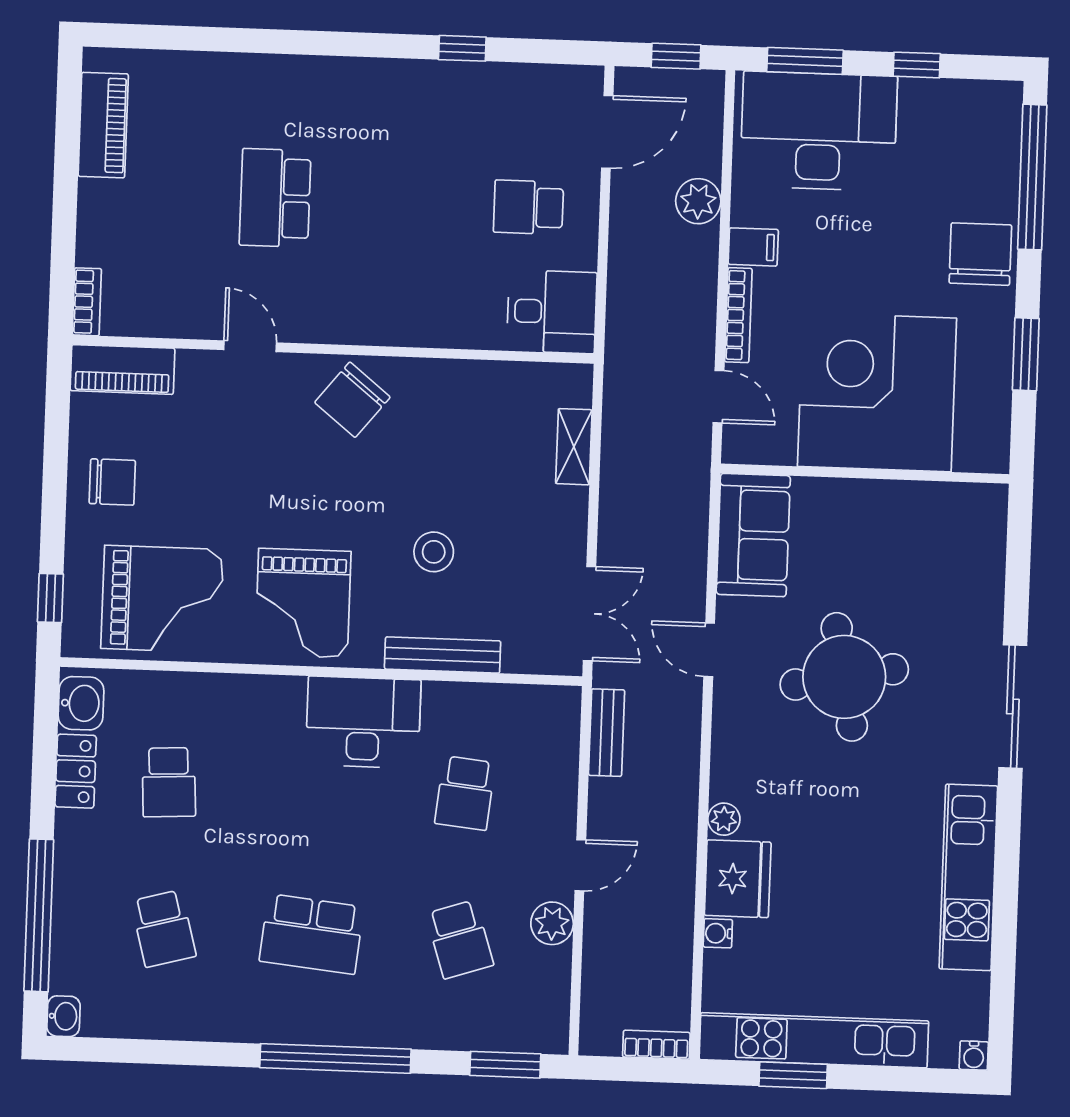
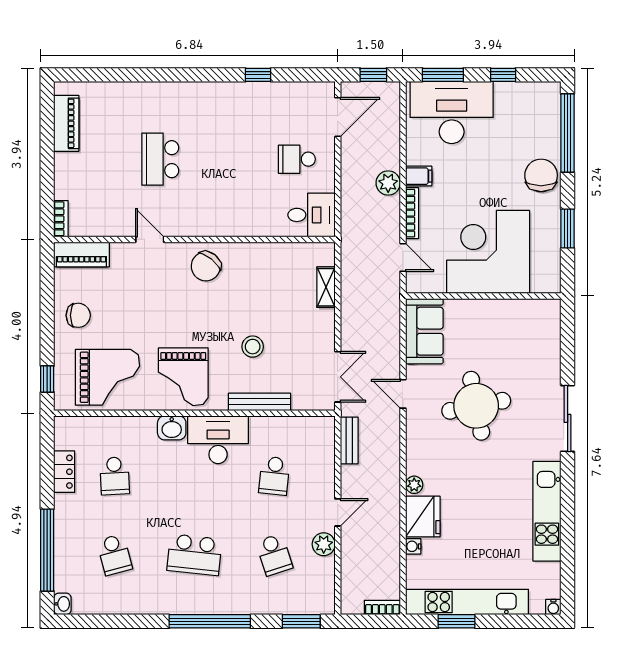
plant: (698, 201) -> (388, 183), moved
washbasin: (81, 703) -> (172, 428), moved, turned 90

